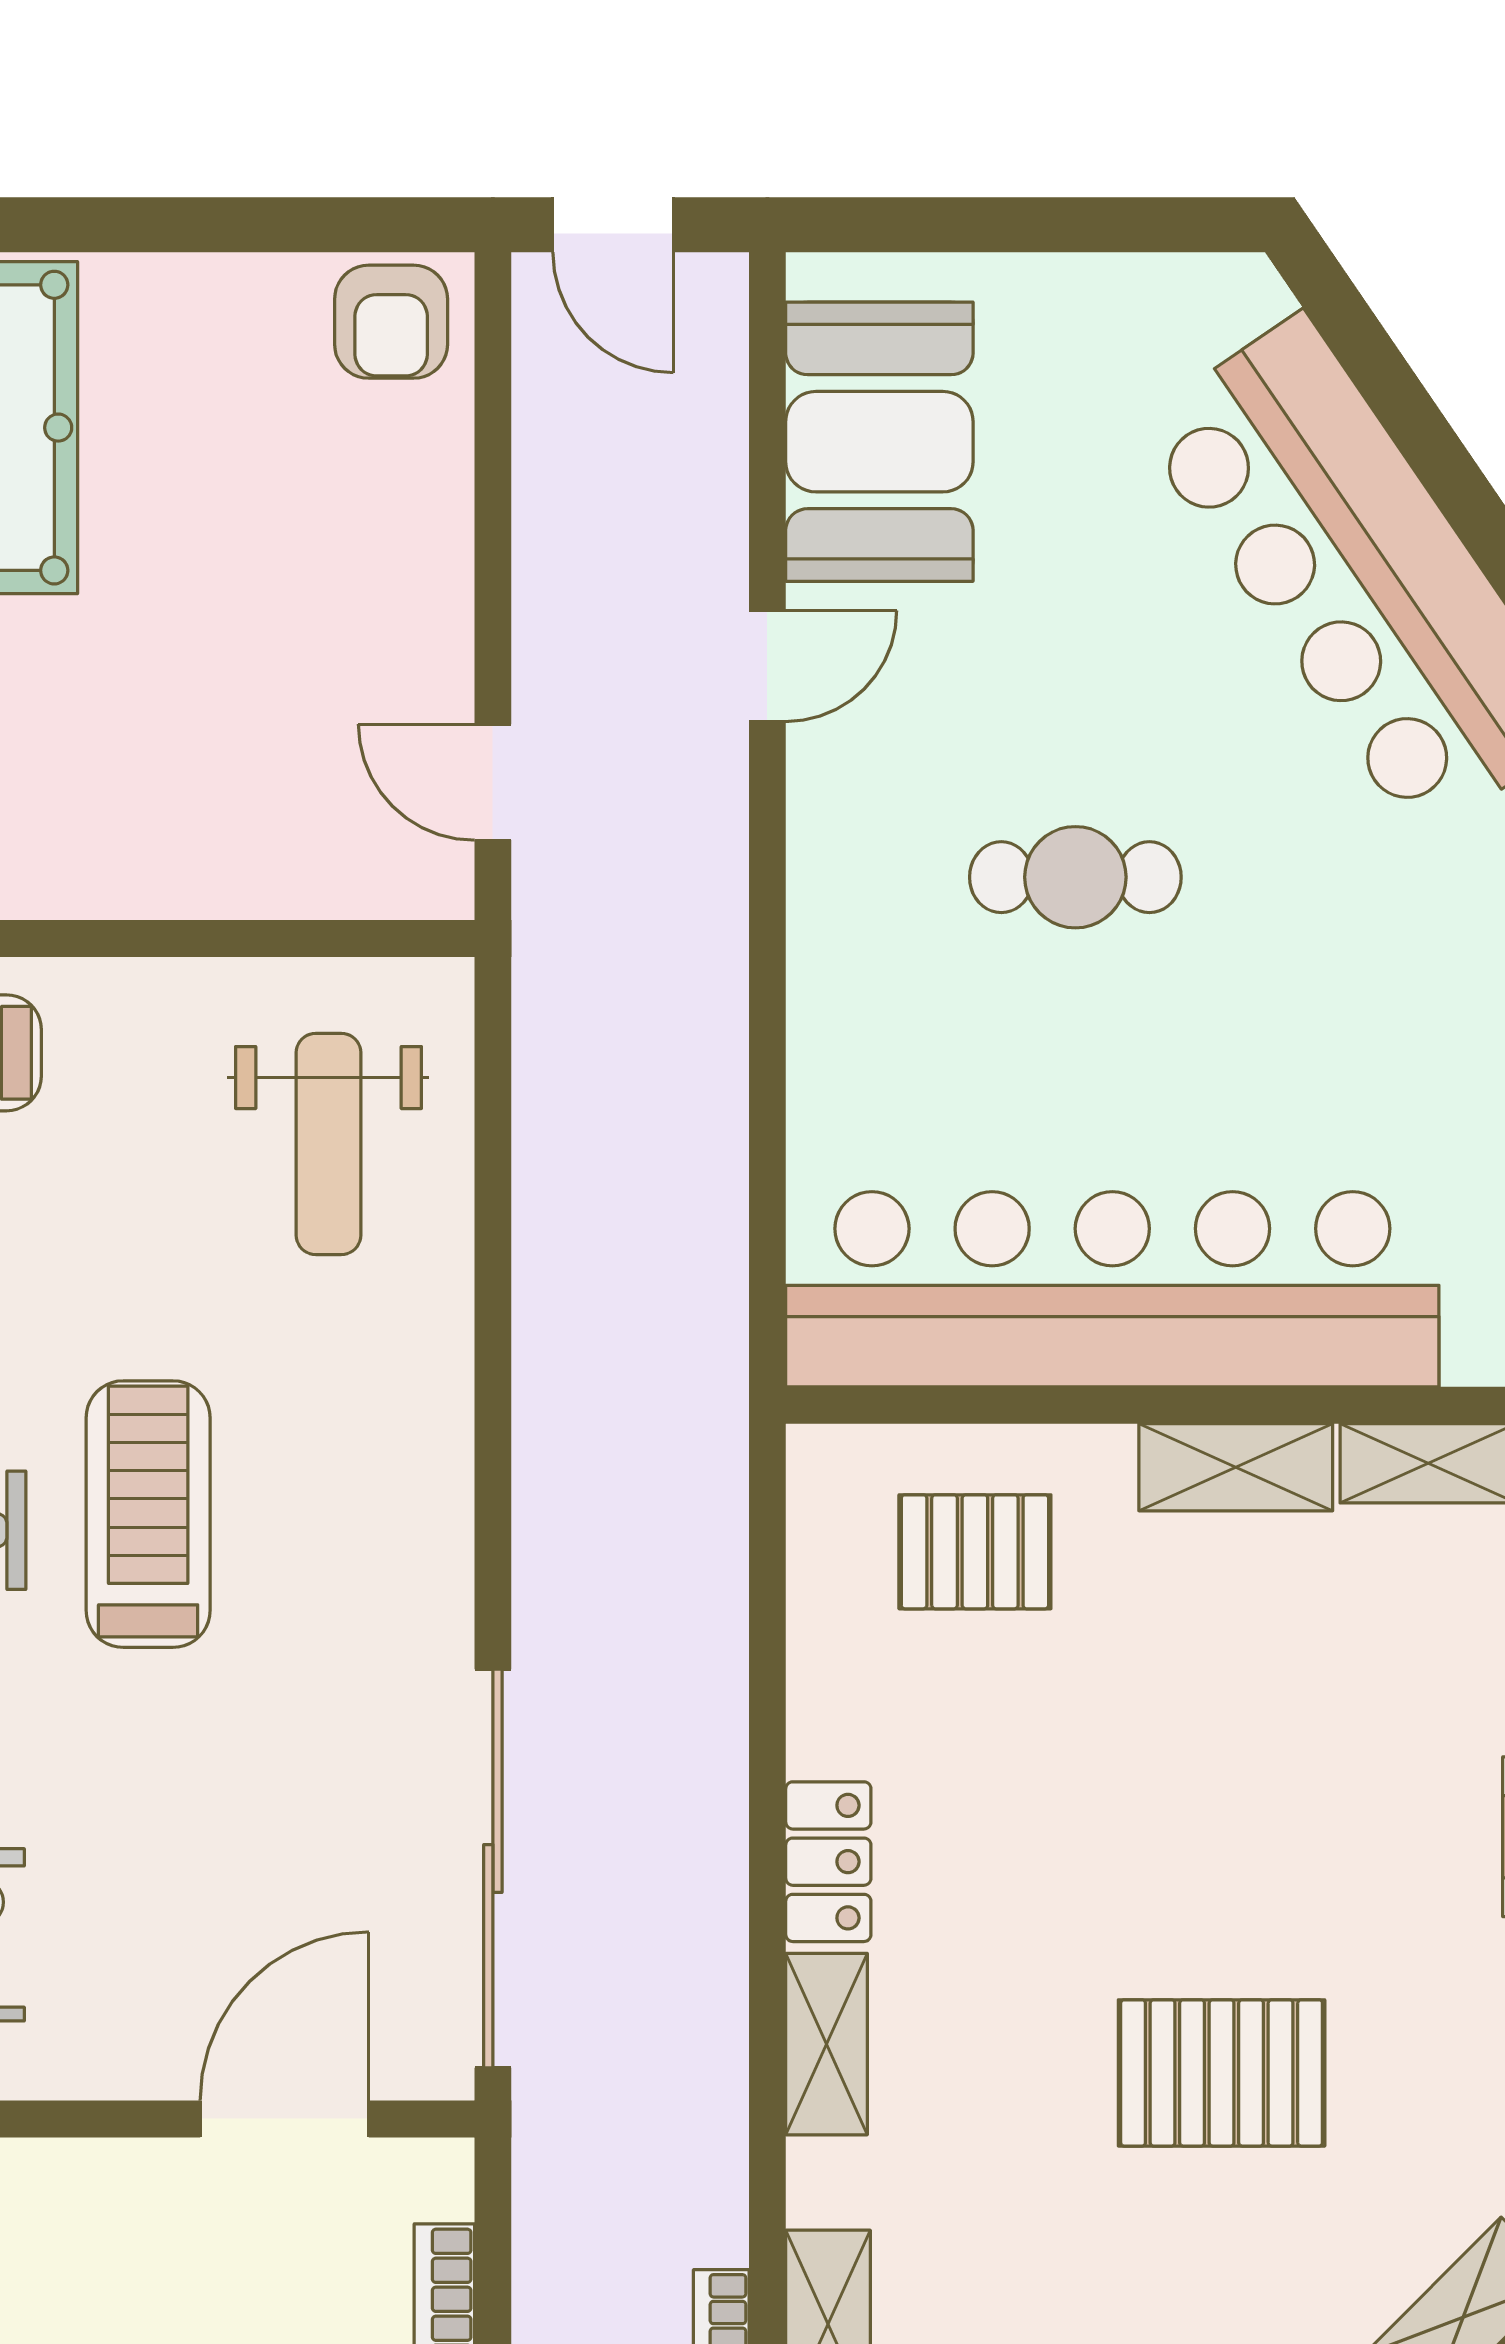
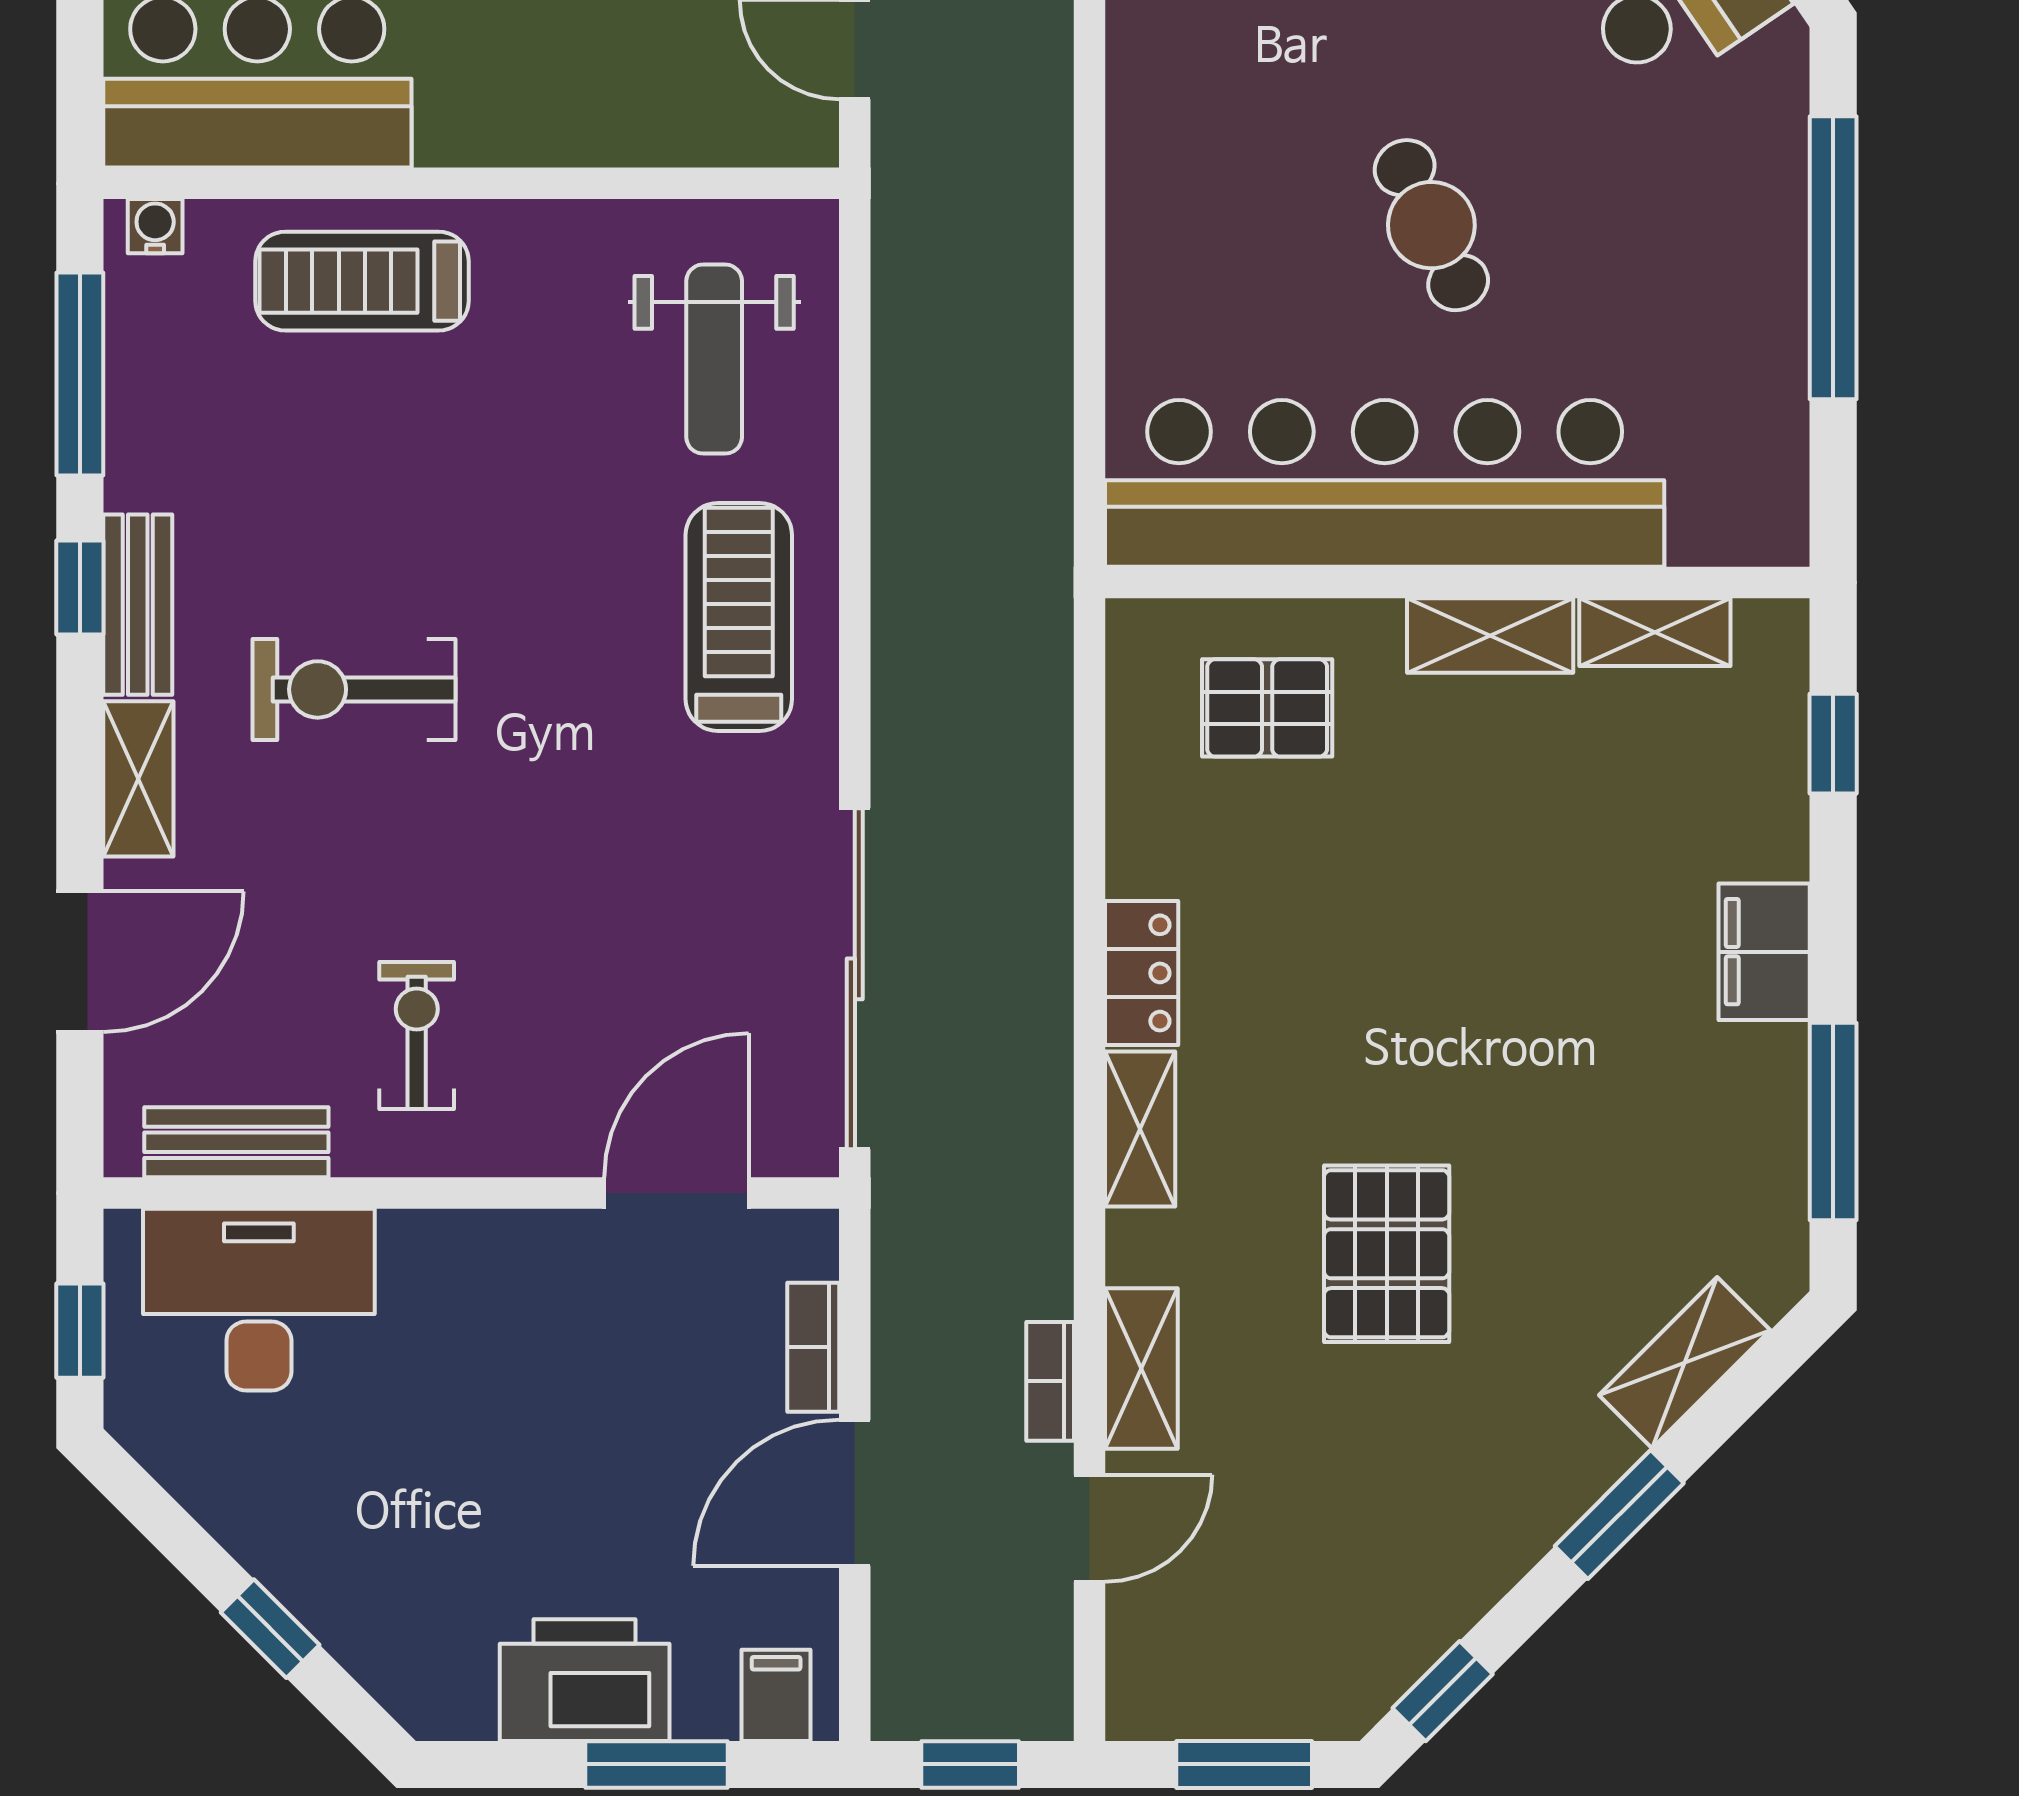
cafe table: (1075, 877) -> (1431, 225), moved, turned 65
treadmill: (148, 1514) -> (739, 617), moved
pallet: (1222, 2073) -> (1387, 1254), moved, turned 90

